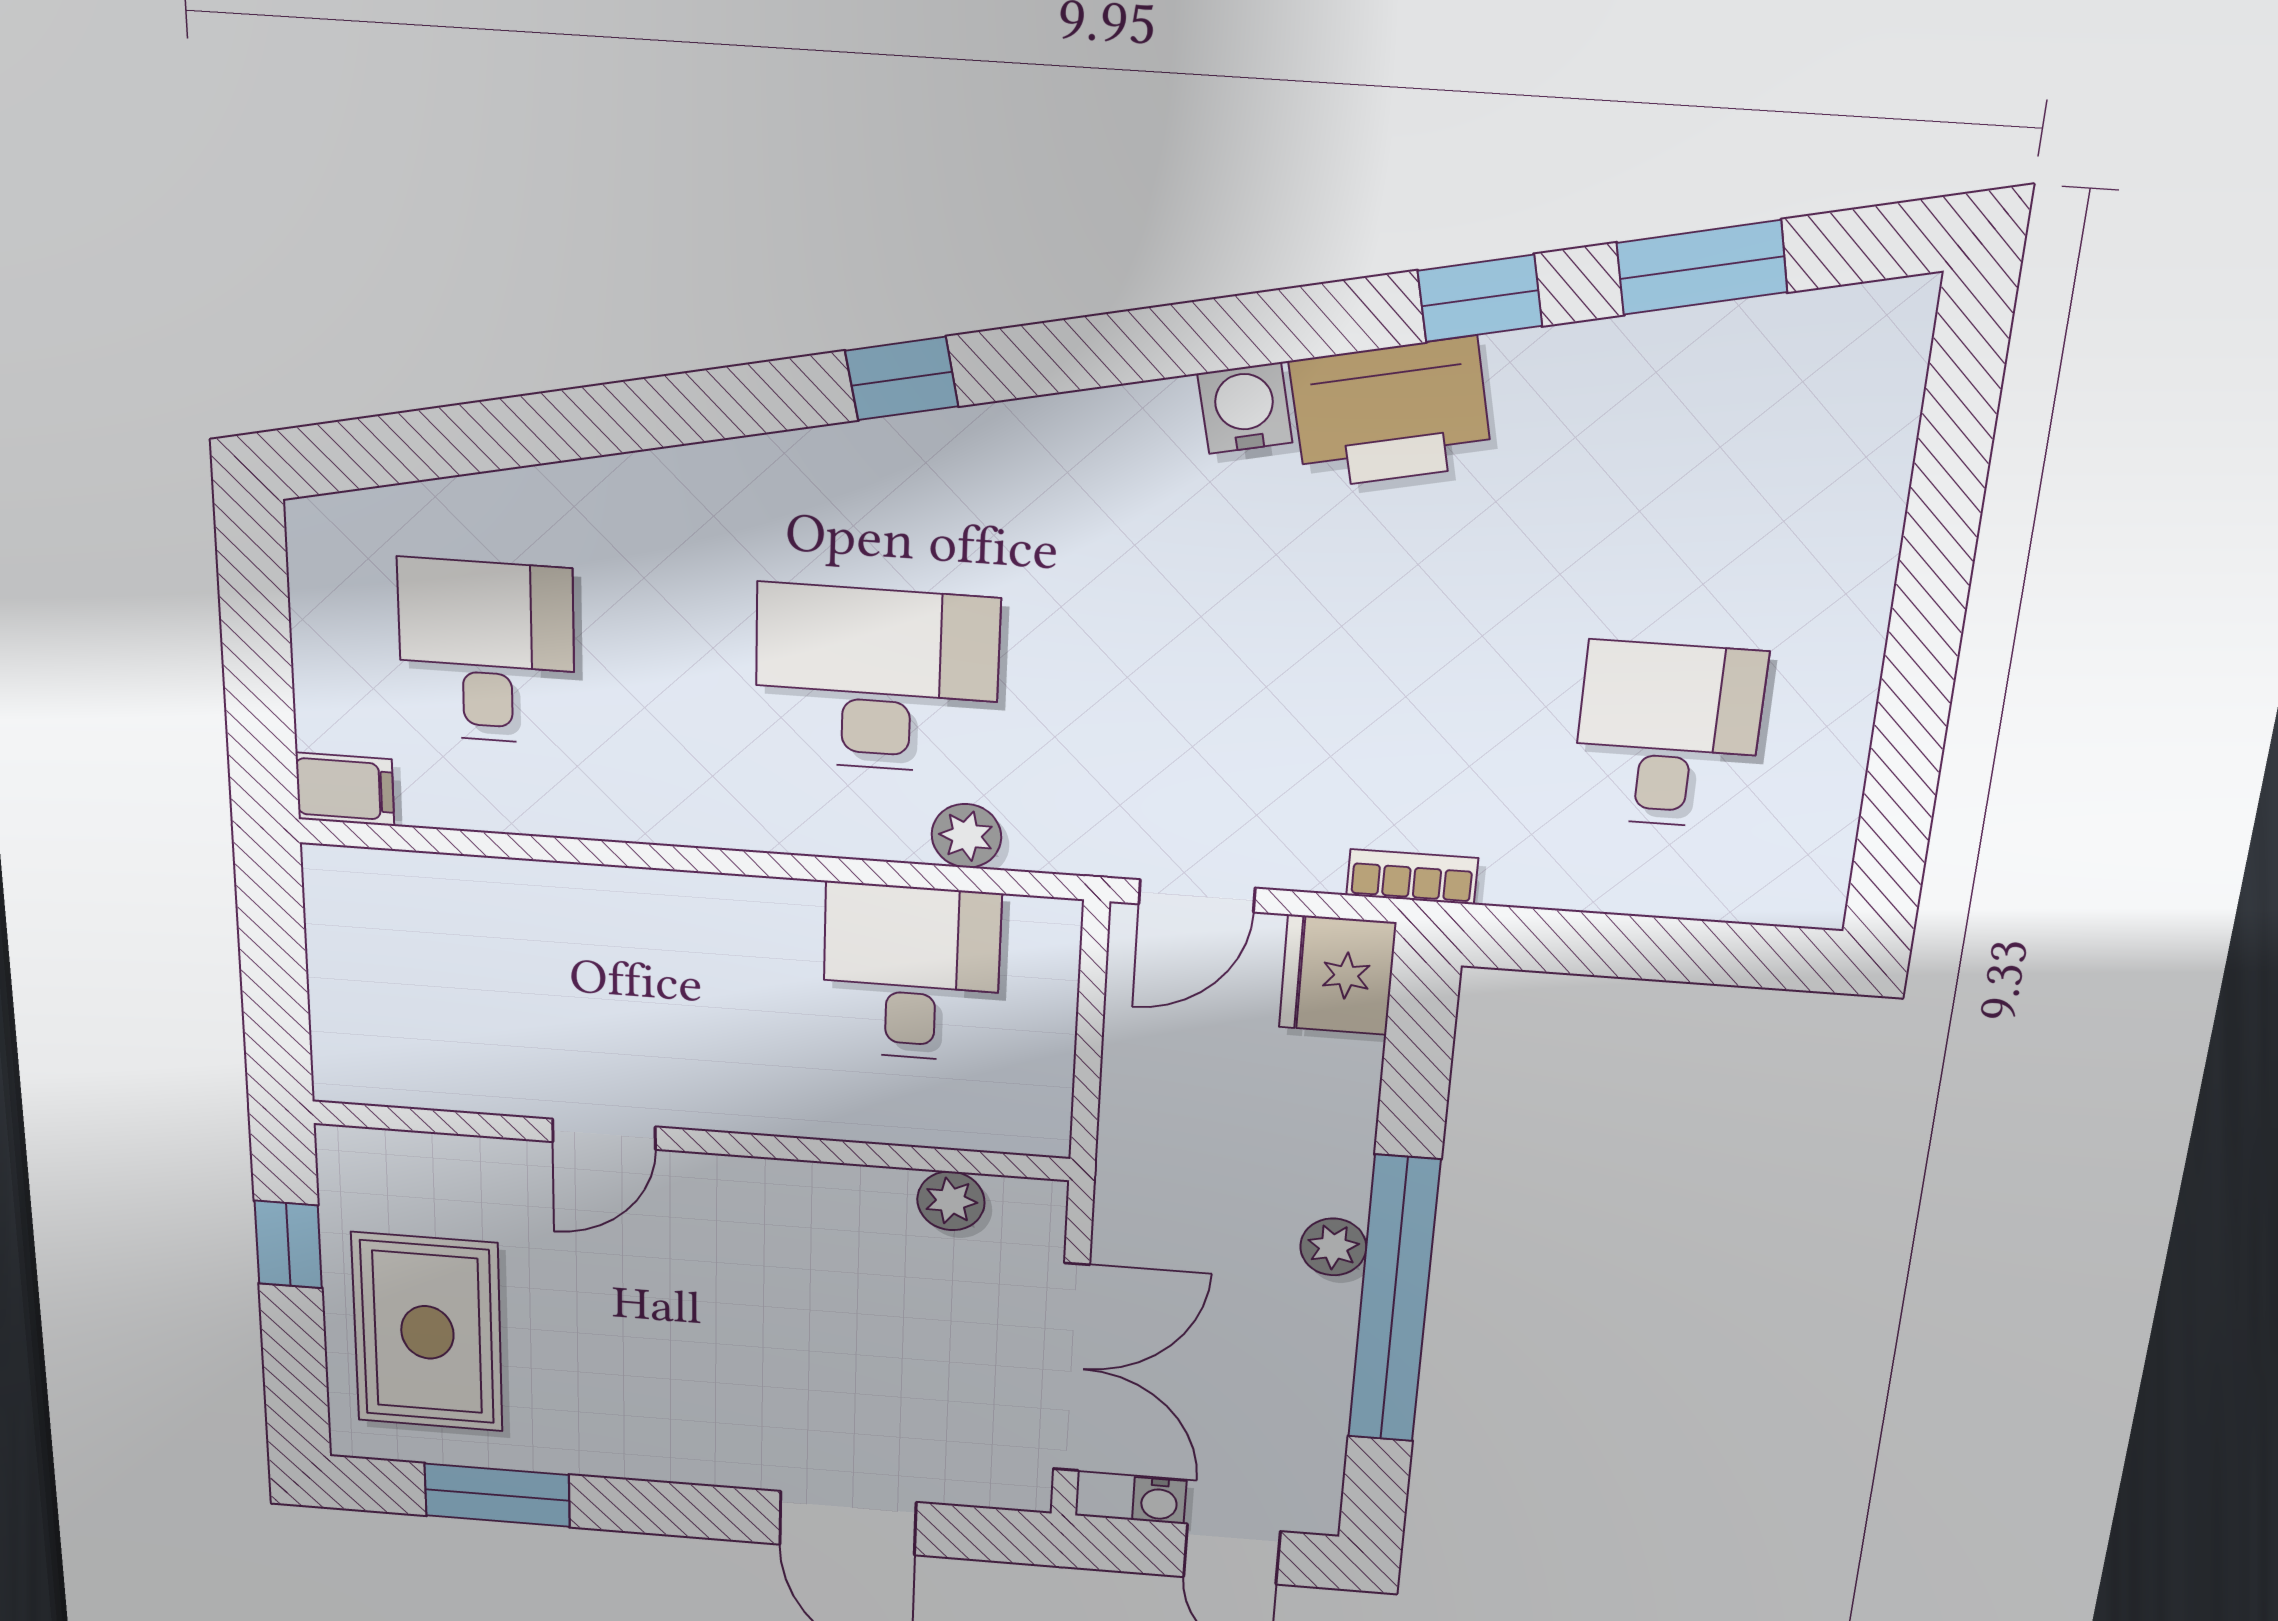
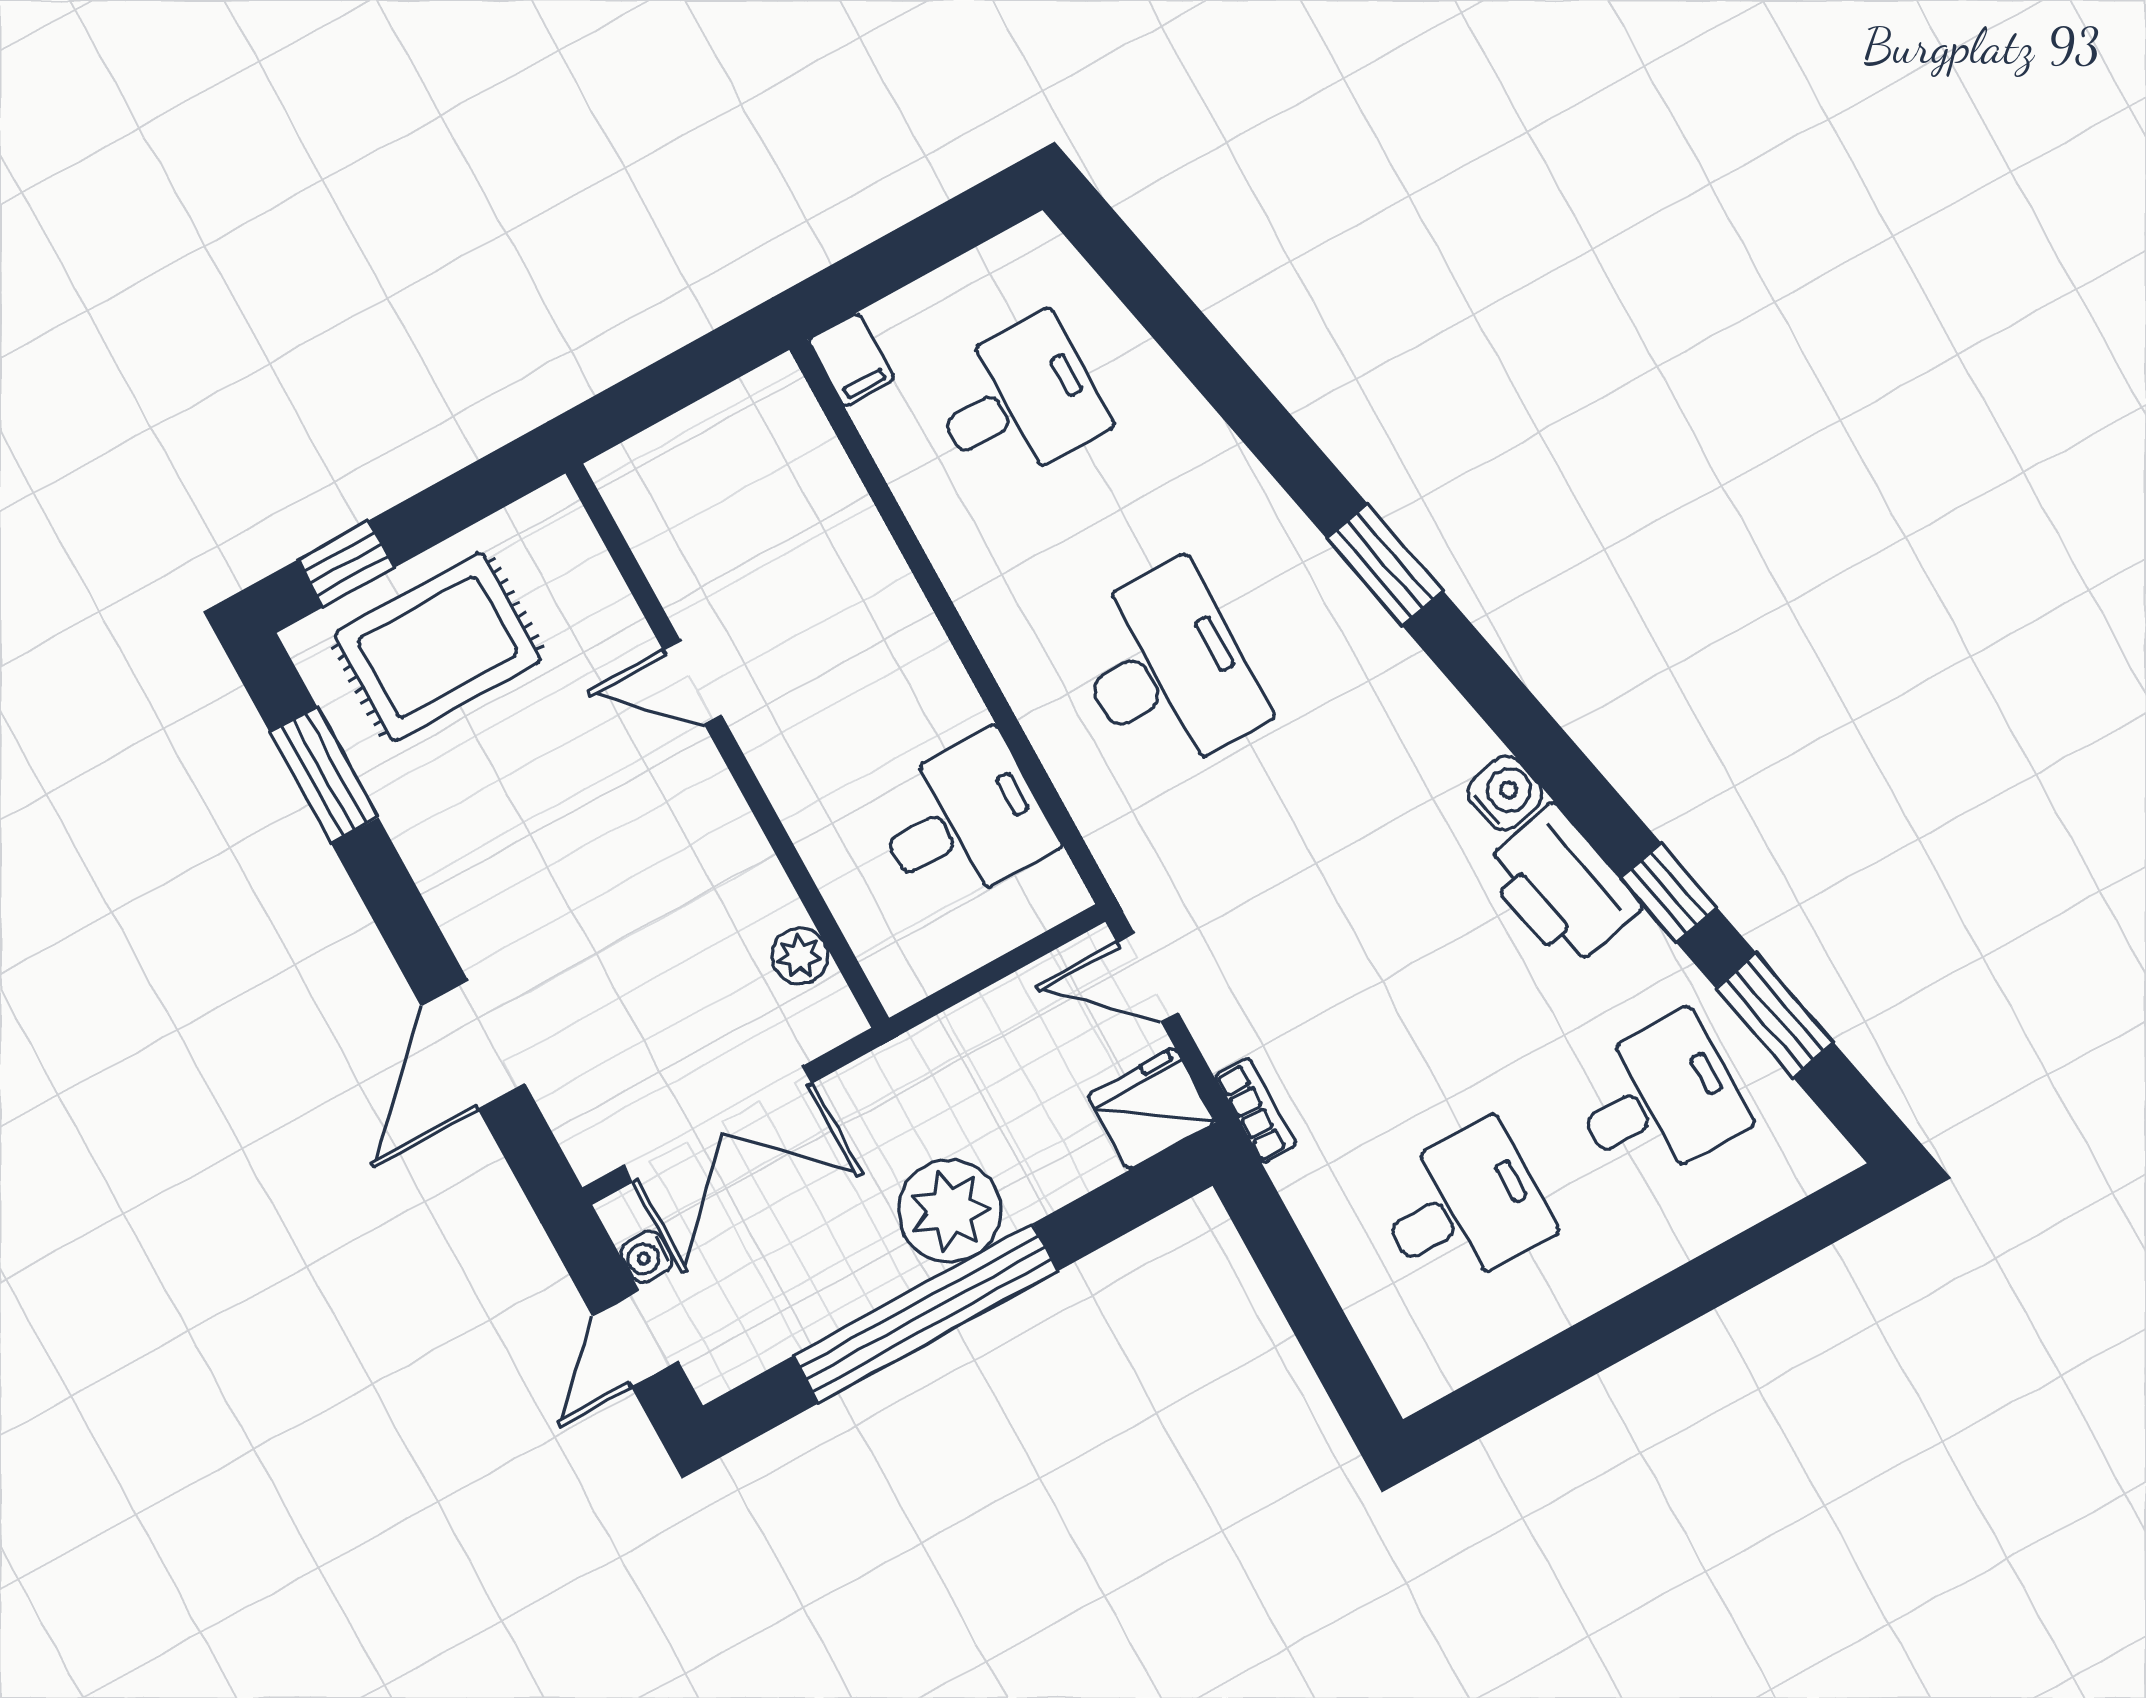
window: (902, 379) -> (1385, 565), width x1.50
desk: (1703, 458) -> (1658, 1100), added
plant: (966, 836) -> (1091, 797), removed
window: (288, 1245) -> (346, 564), moved
plant: (1333, 1247) -> (950, 1211), width x1.88, depth x1.88

